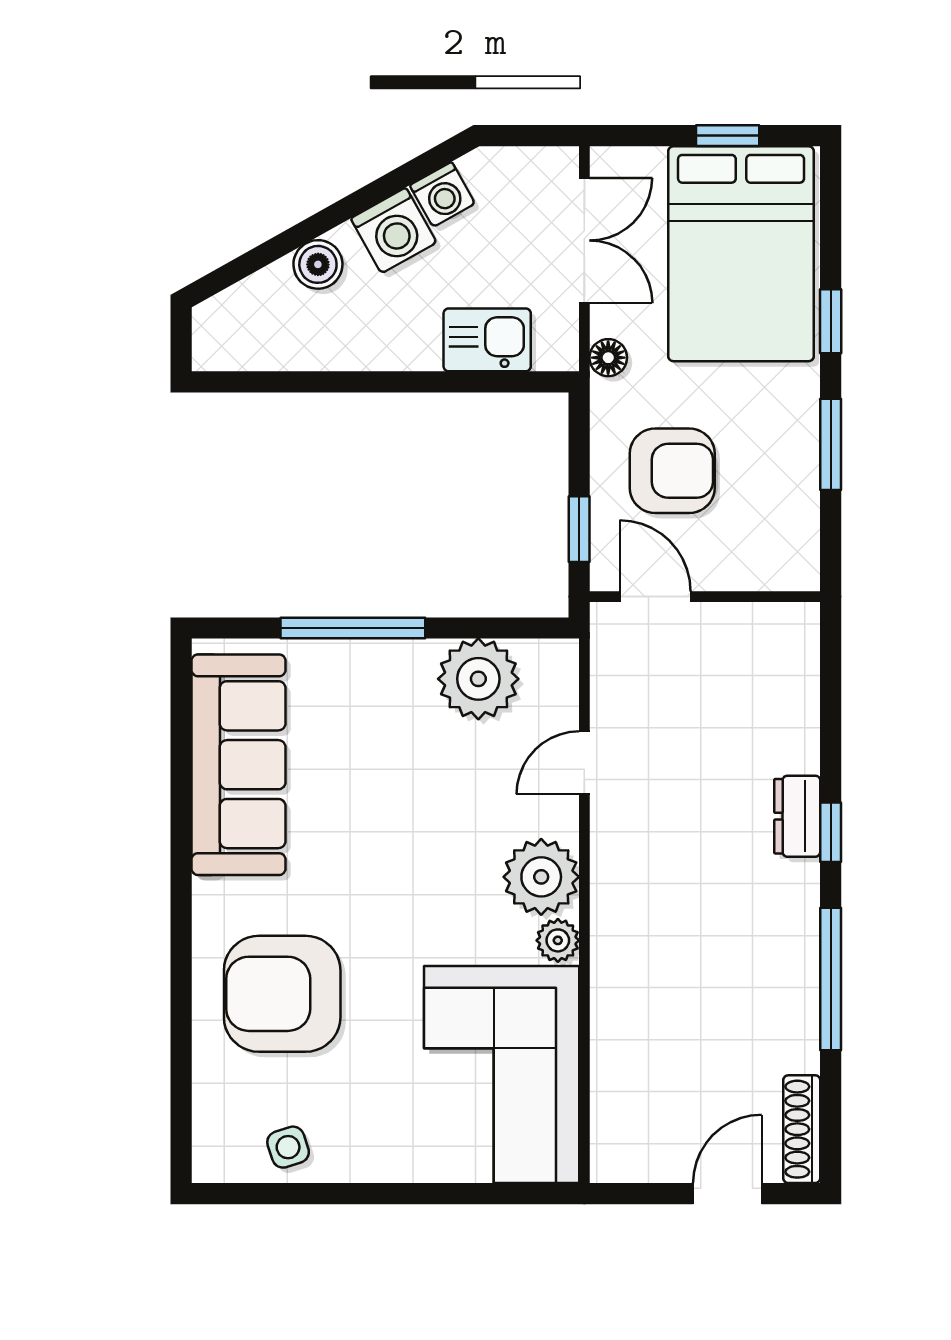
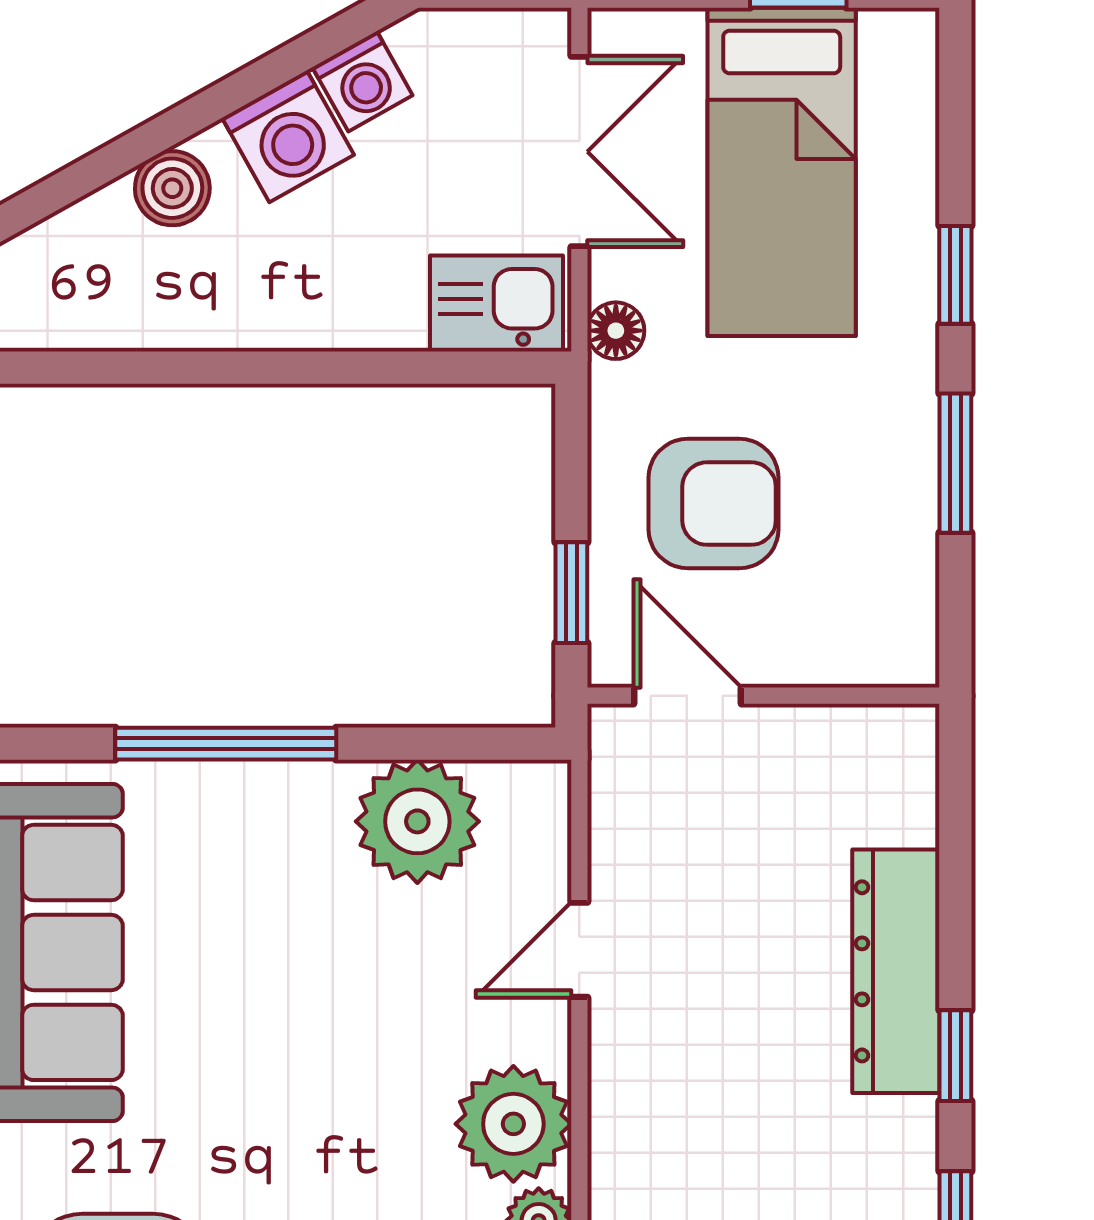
bed: (741, 254) -> (782, 172), width x0.67
kitchen sink: (487, 340) -> (497, 304), moved
dresser: (797, 816) -> (896, 971), width x1.96, depth x1.24

